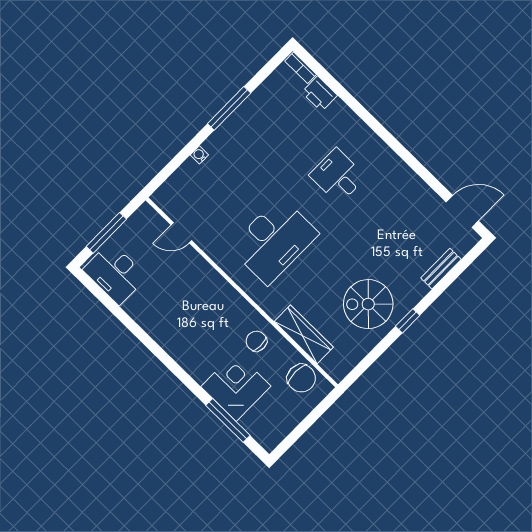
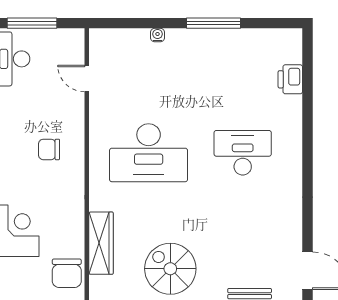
bookcase: (301, 68) -> (296, 46), removed
desk: (338, 176) -> (243, 153), width x1.37
chair: (256, 341) -> (49, 149), moved, turned -90

